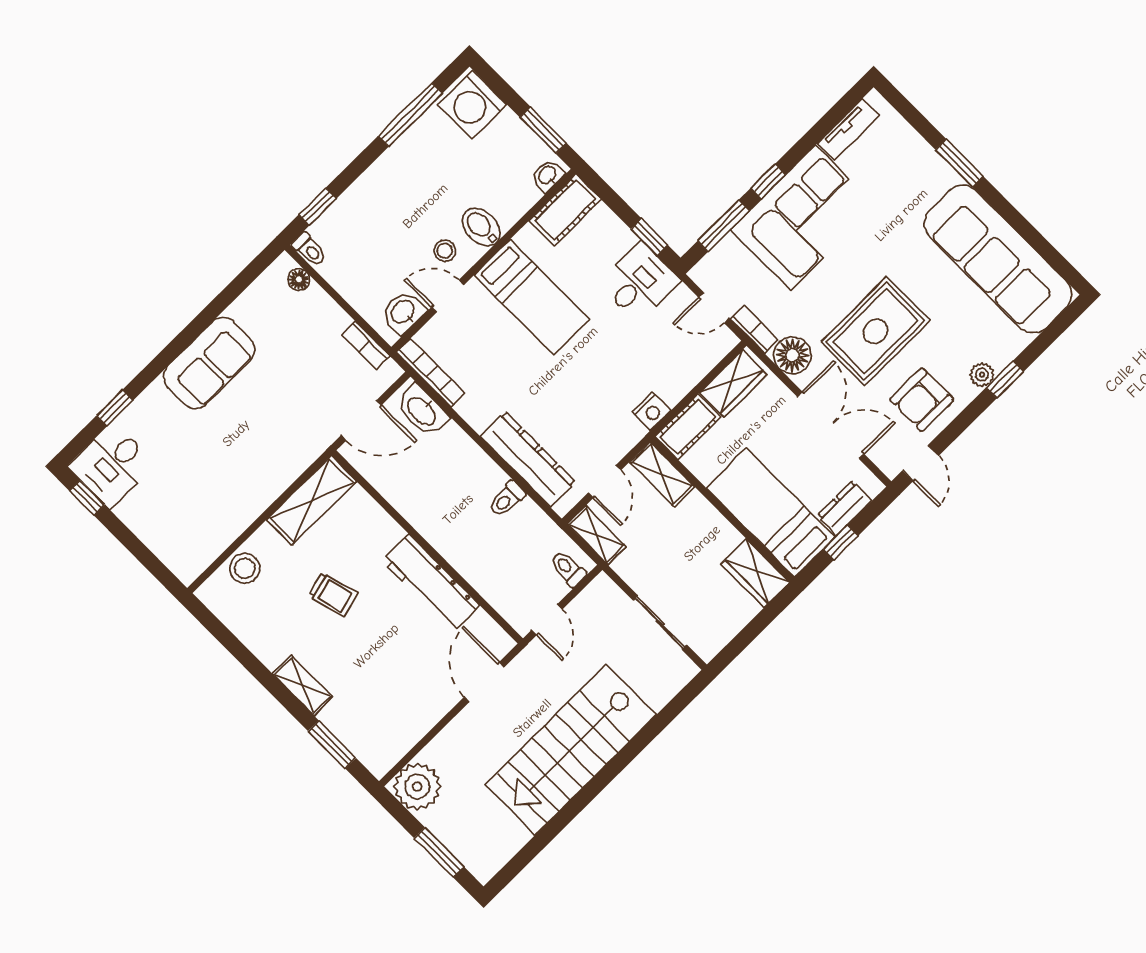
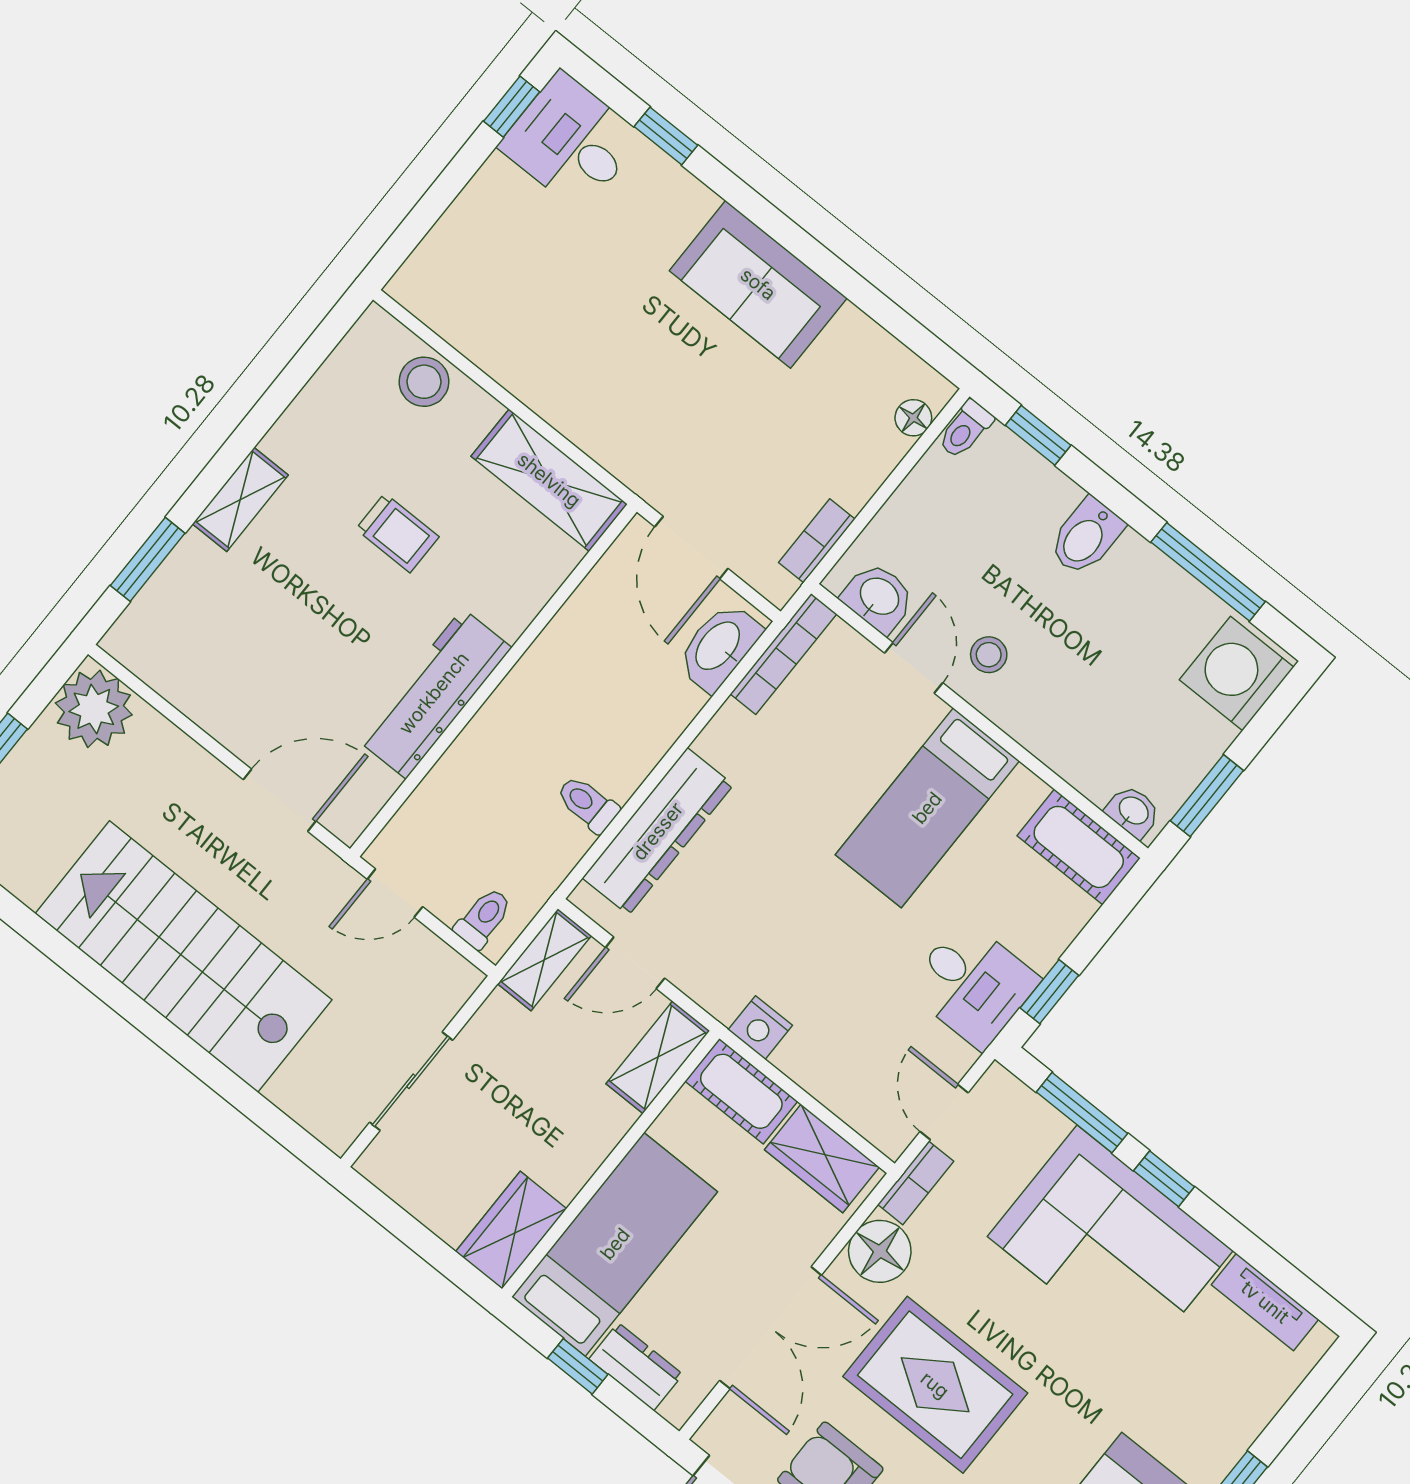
bidet: (481, 227) -> (1086, 537), moved, turned 180
trolley: (333, 594) -> (397, 533), turned -76

